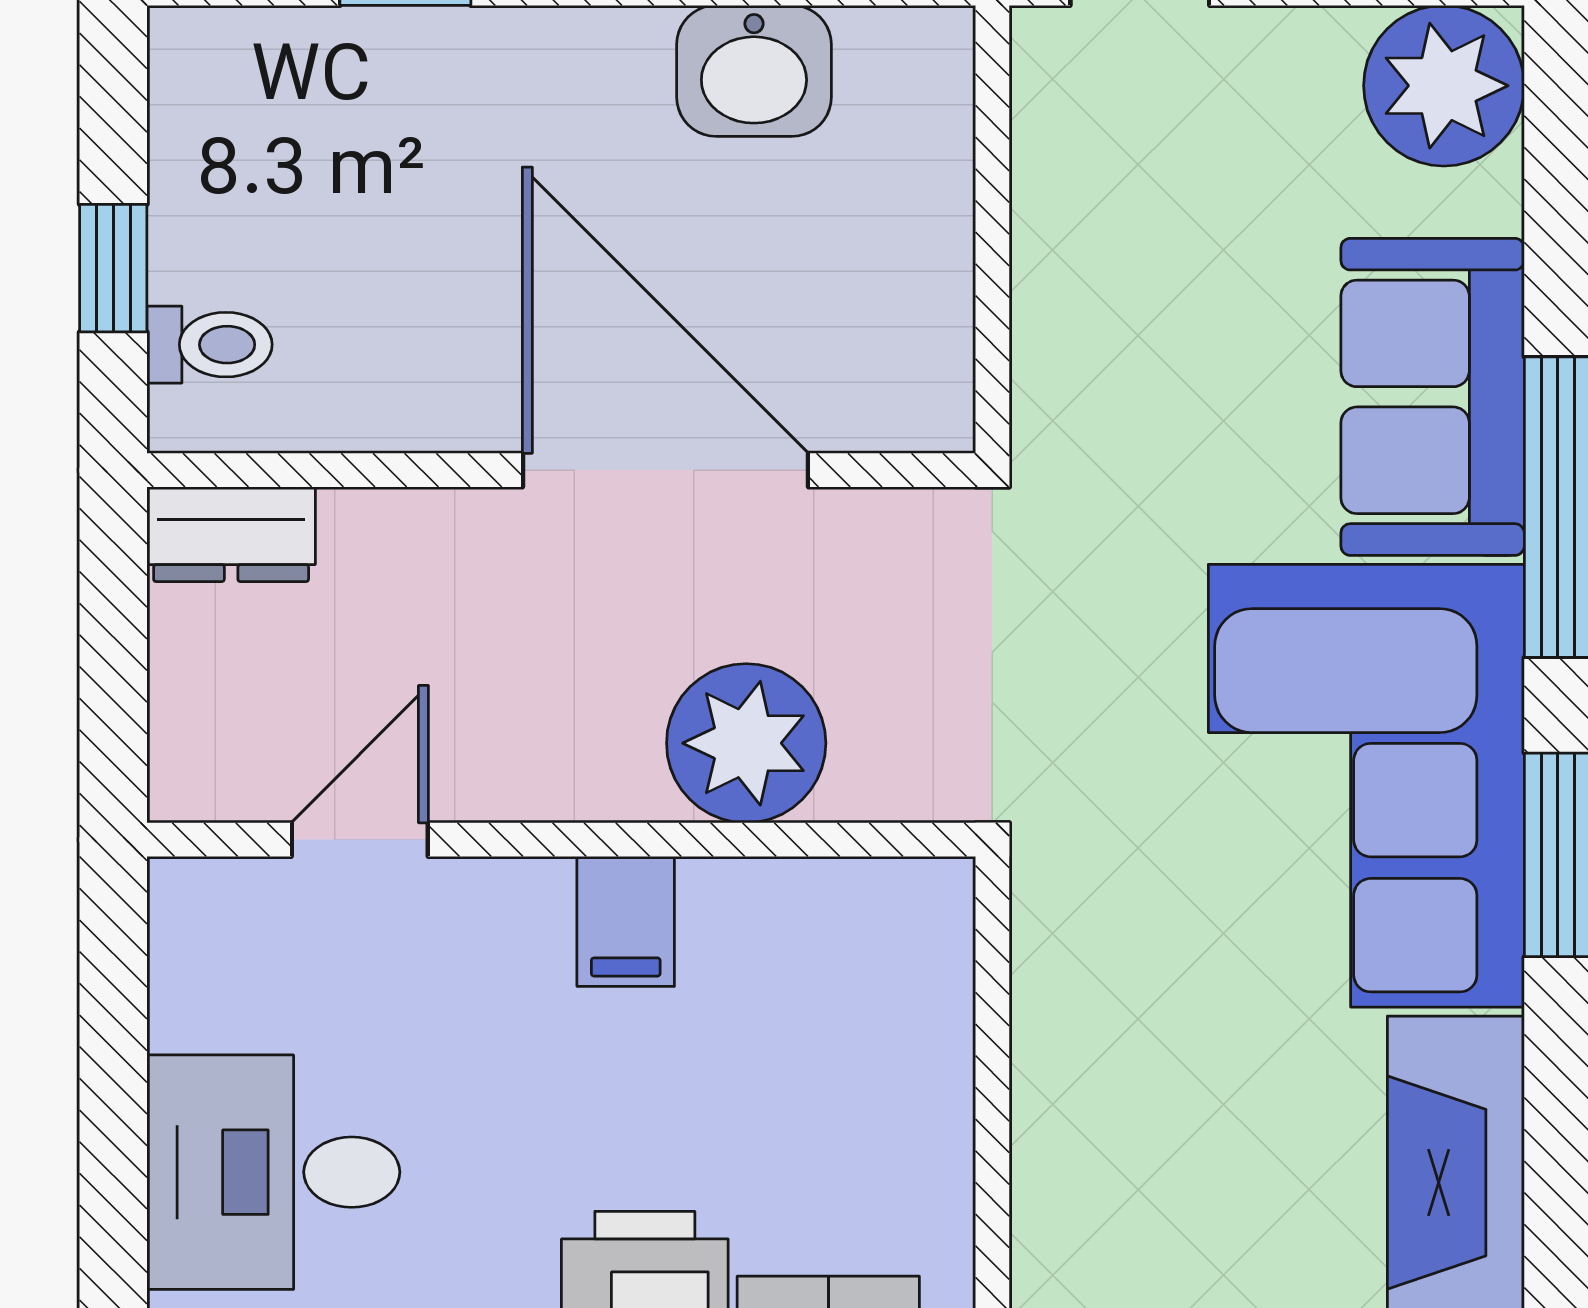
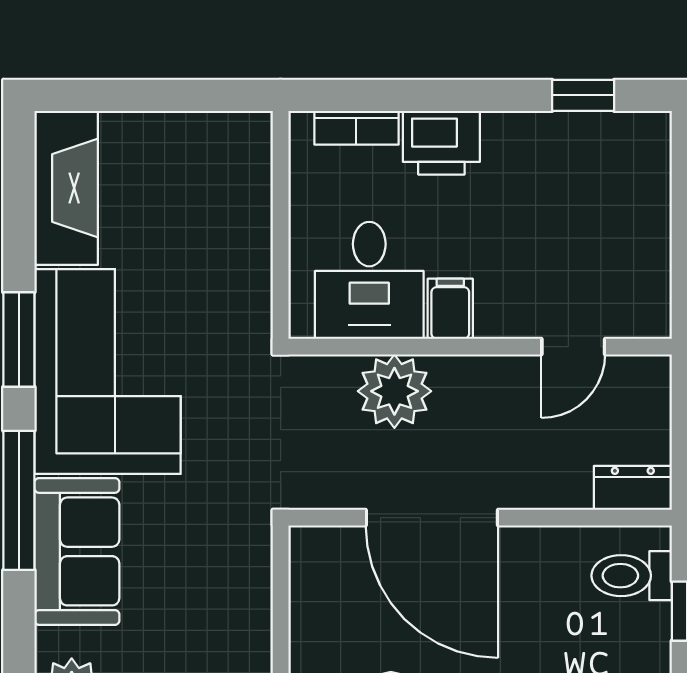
toilet: (209, 345) -> (632, 576), width x1.37, depth x1.39
desk: (273, 1172) -> (369, 280), moved, turned 90

